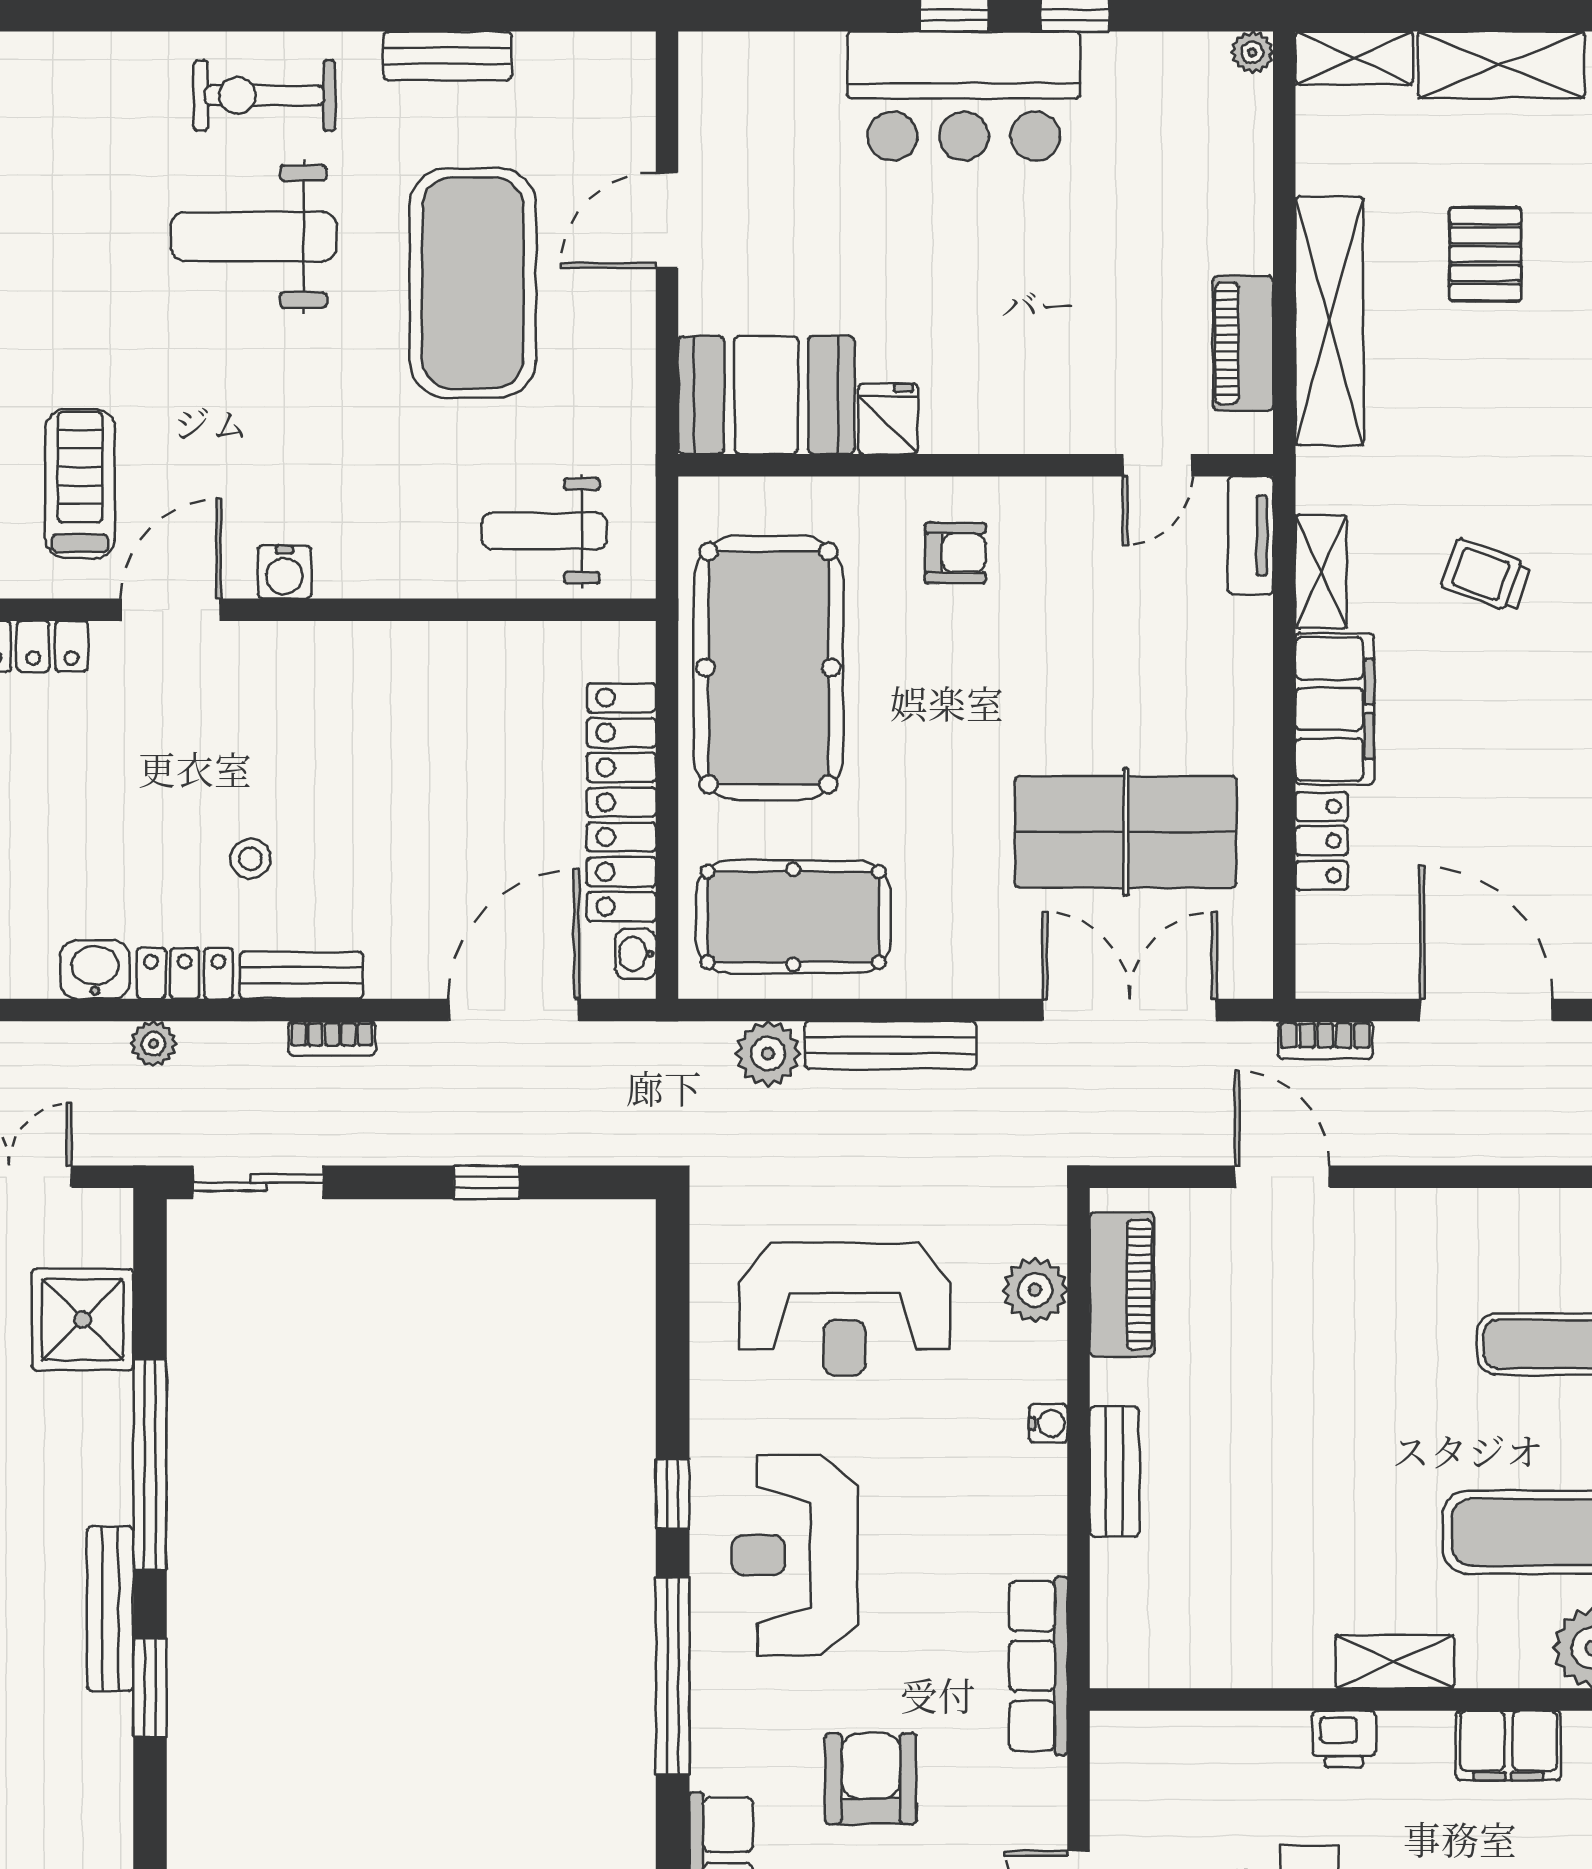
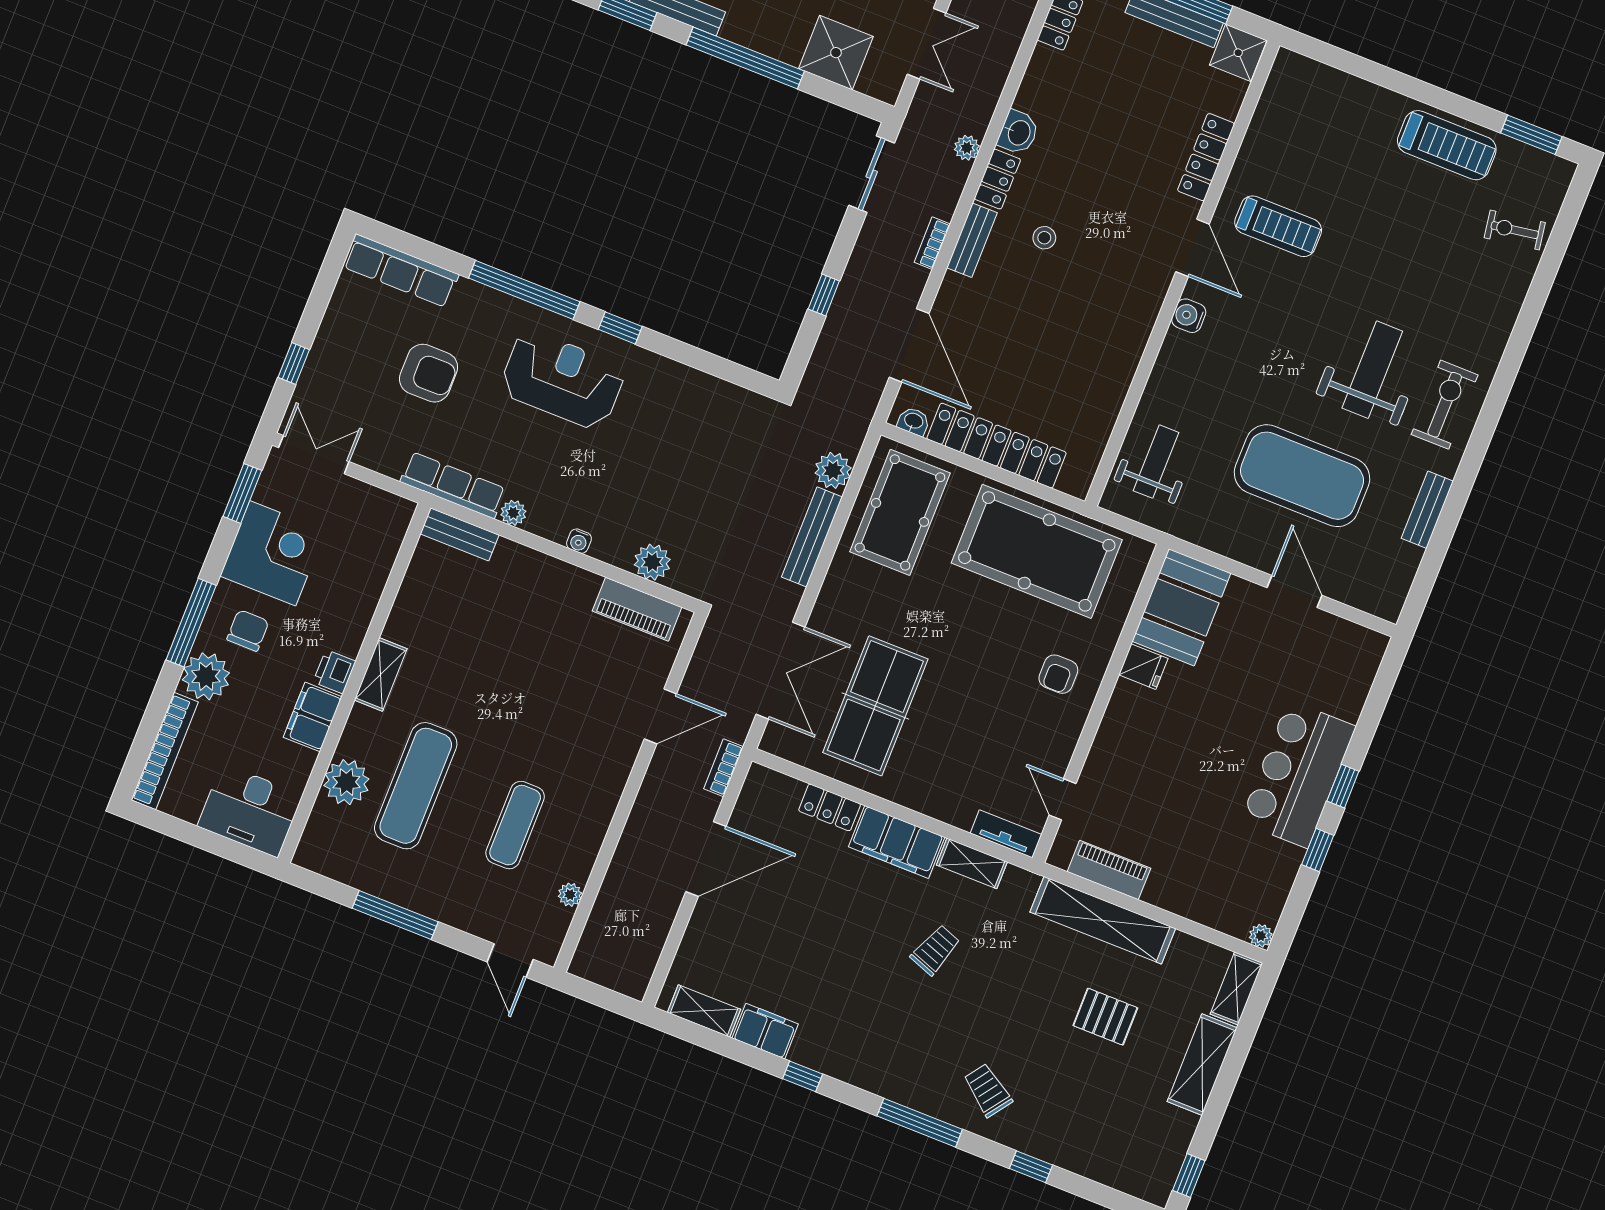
reception desk: (844, 1309) -> (682, 457), removed
bench: (1114, 1471) -> (460, 534), moved
plant: (1045, 1549) -> (513, 513), added
printer: (1344, 1739) -> (334, 672), moved

